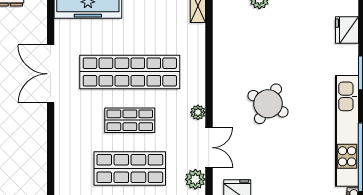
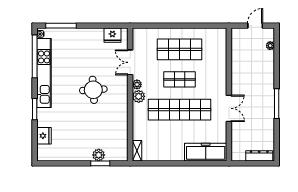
double door: (51, 74) -> (229, 108), width x0.73
round table: (268, 104) -> (93, 90), turned -33
plant: (195, 179) -> (139, 96), moved

